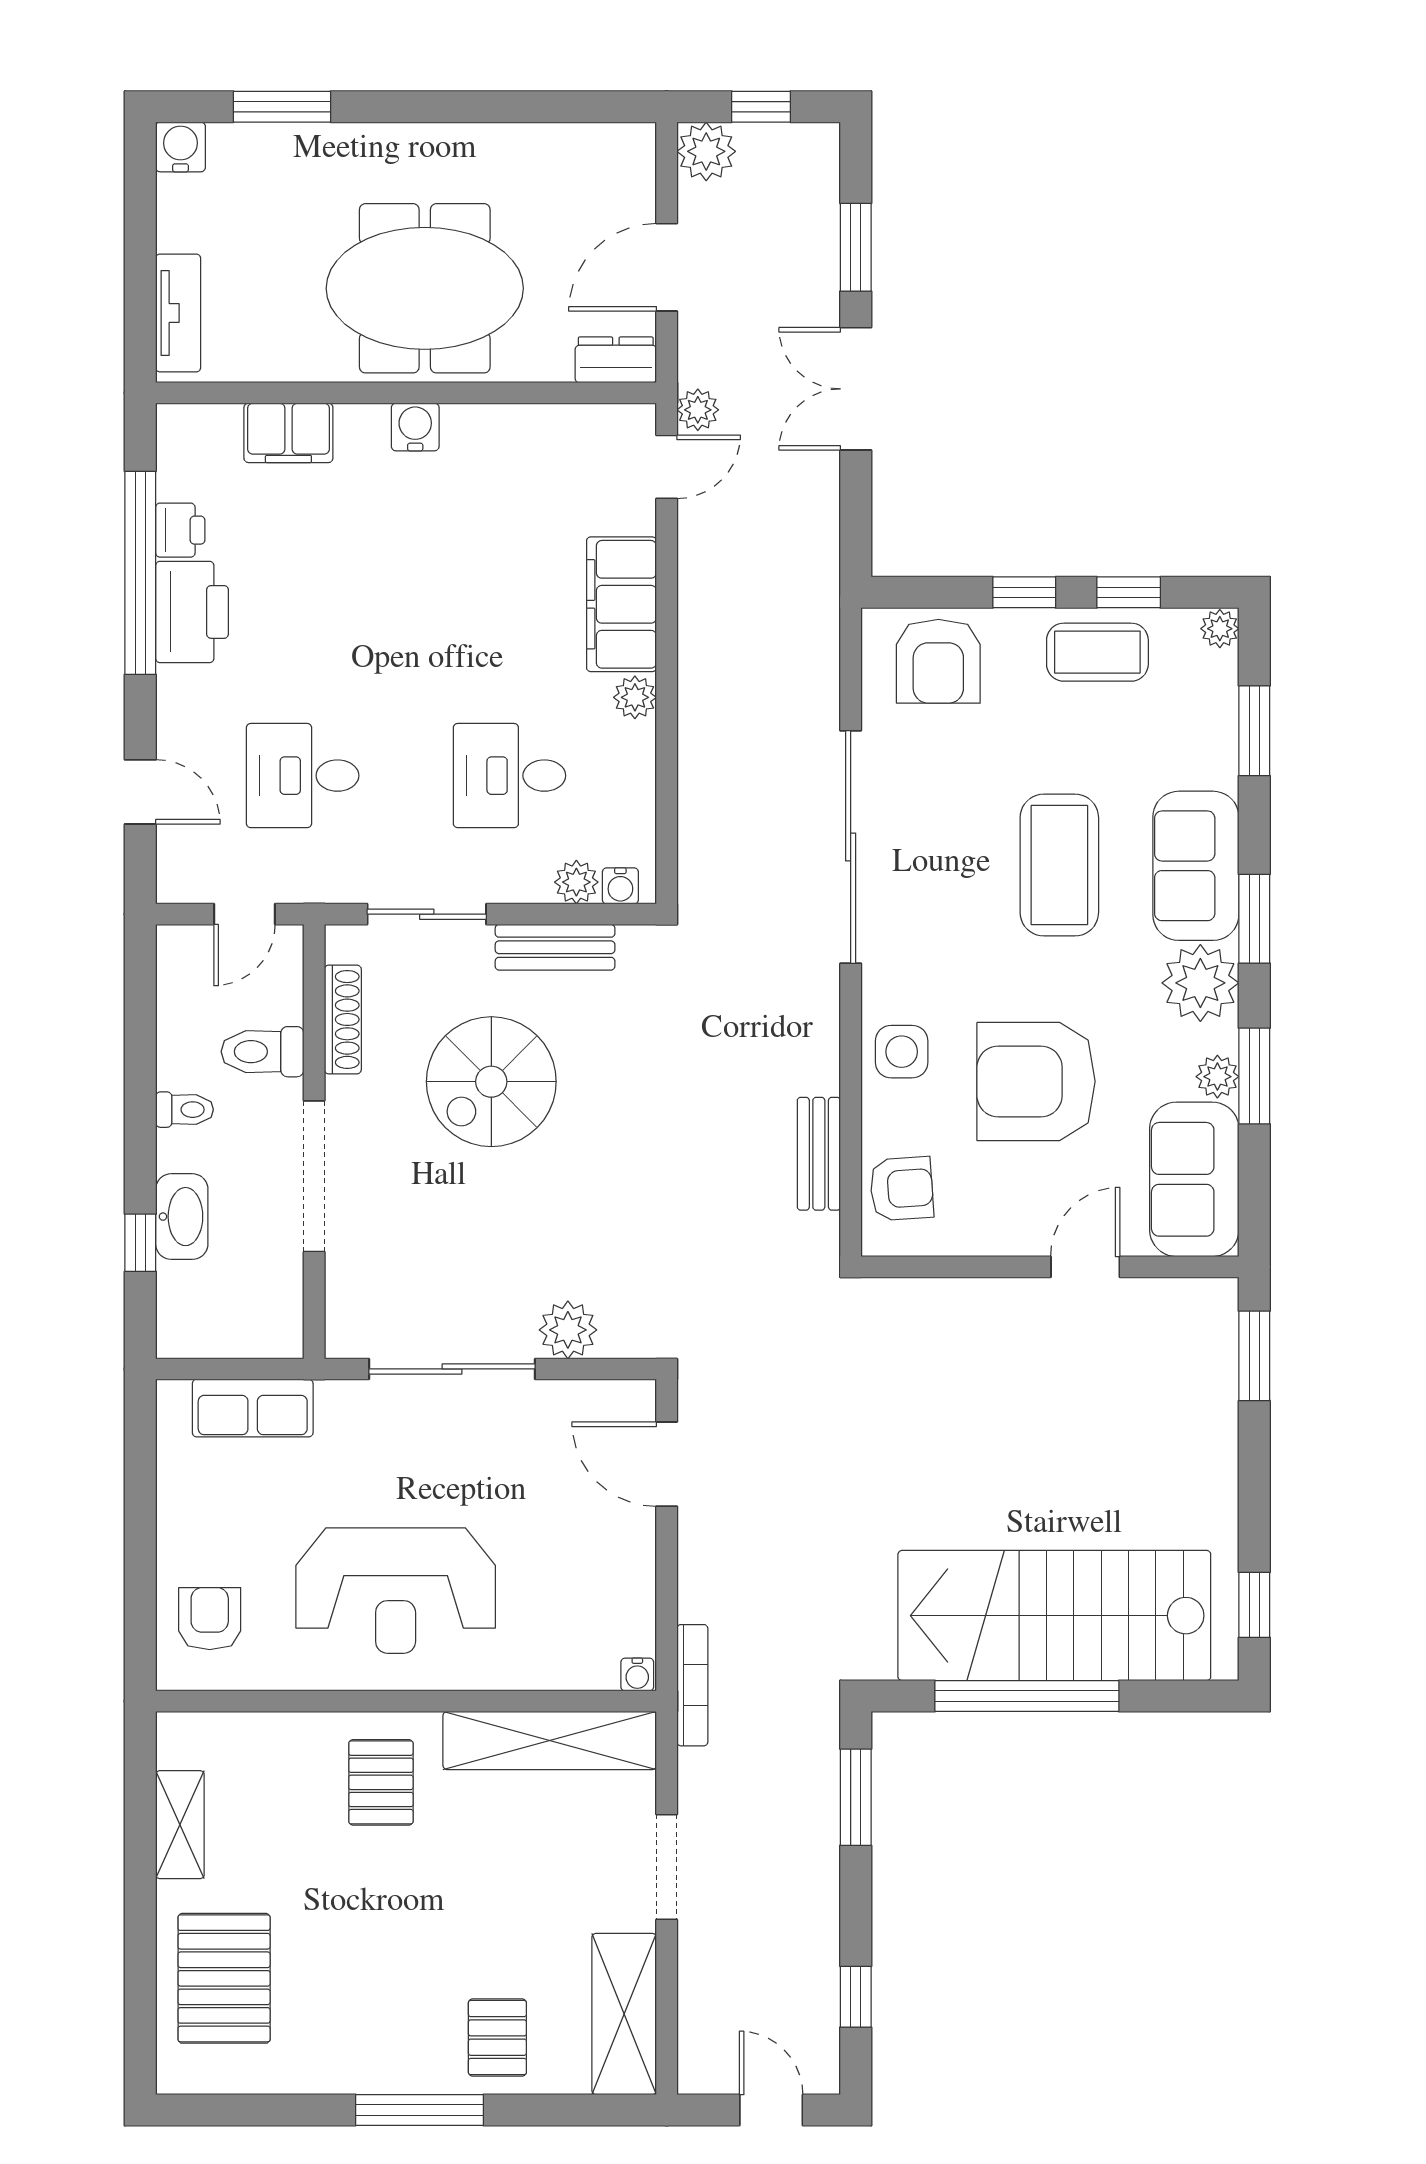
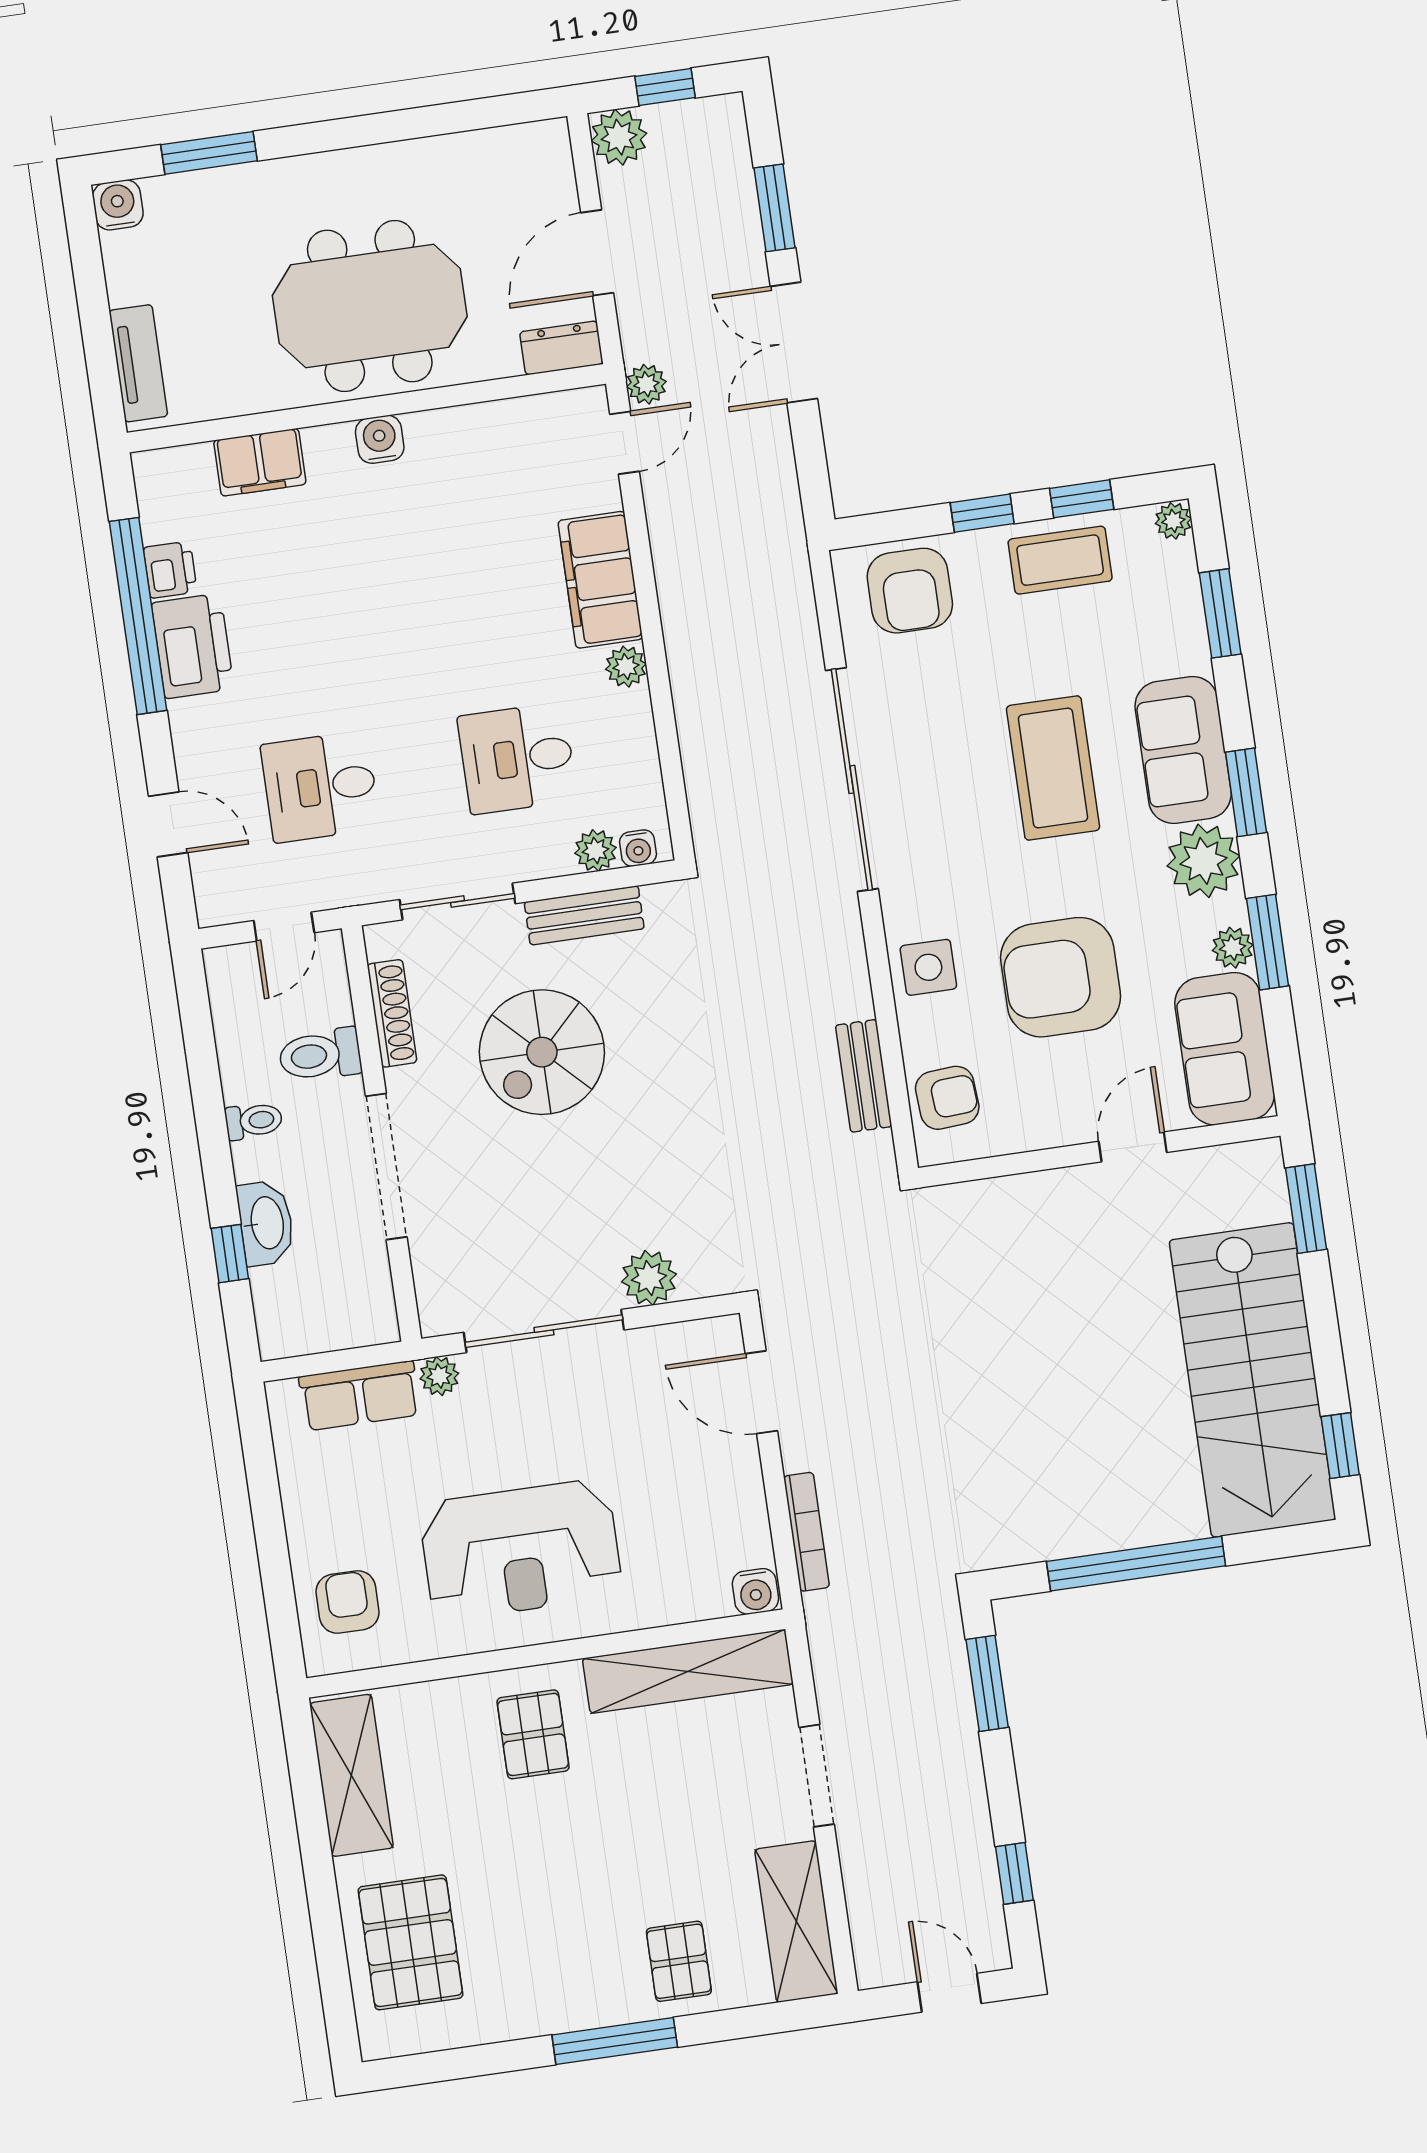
plant: (338, 1400) -> (439, 1376), added
stairs: (1054, 1616) -> (1252, 1380), moved, turned -90
water cooler: (637, 1674) -> (755, 1591), width x1.38, depth x1.38
bookcase: (692, 1685) -> (807, 1532), moved
shelving: (180, 1825) -> (351, 1775), width x1.50, depth x1.33

